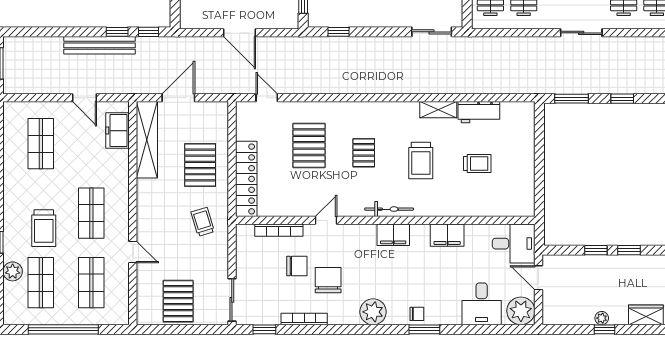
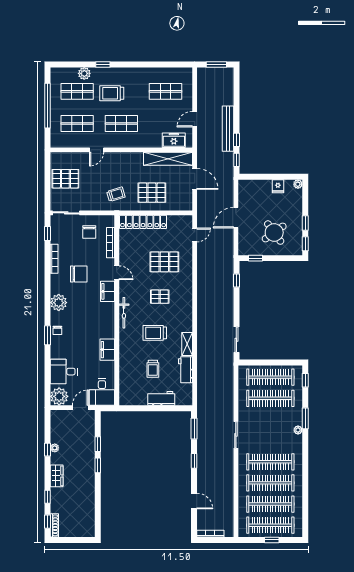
workbench: (524, 150) -> (161, 398), added
filing cabinet: (393, 235) -> (108, 291), moved
chair: (297, 266) -> (89, 232), moved

